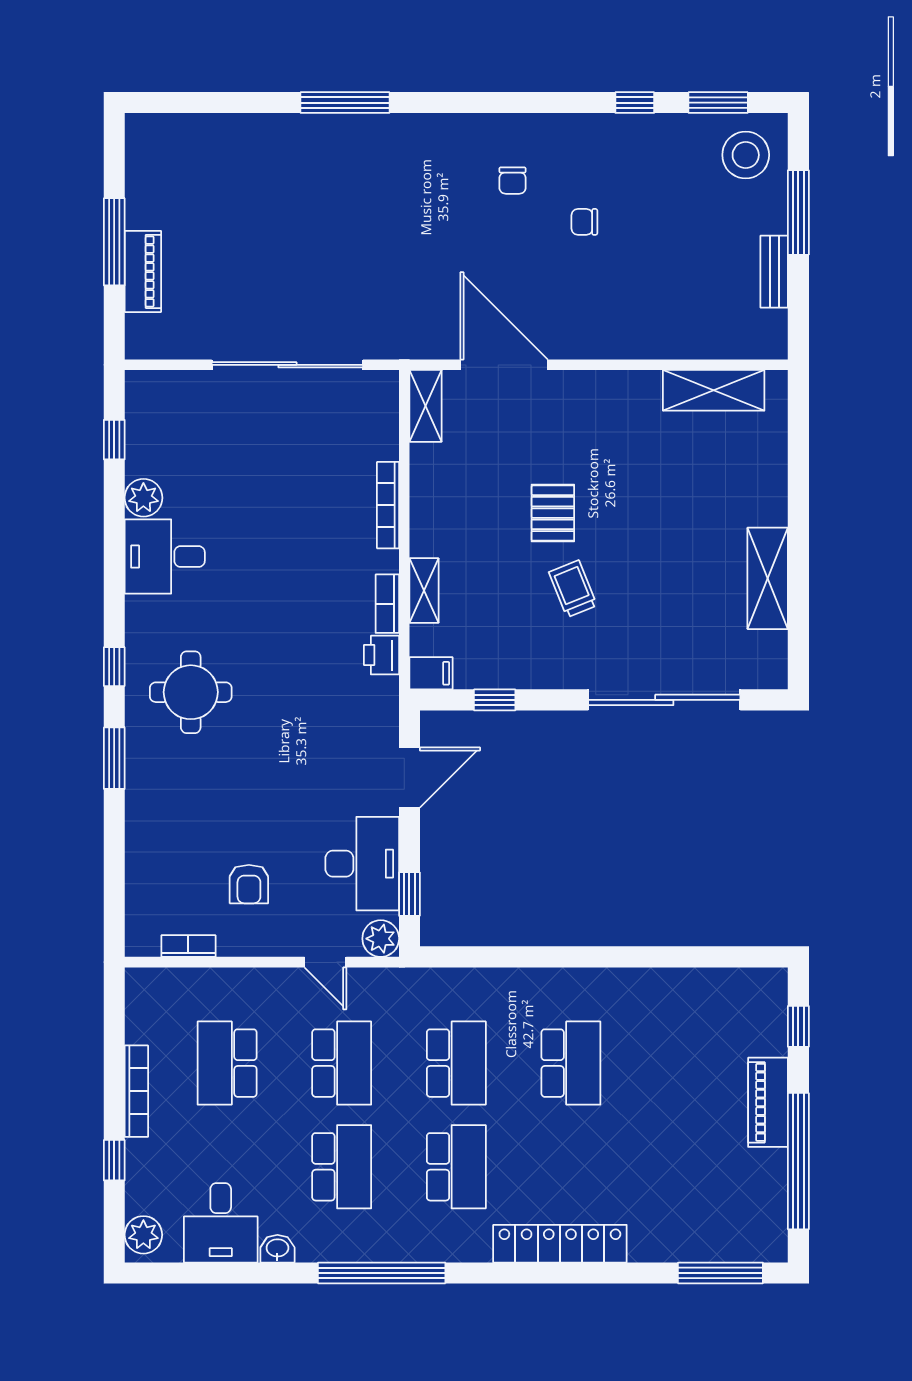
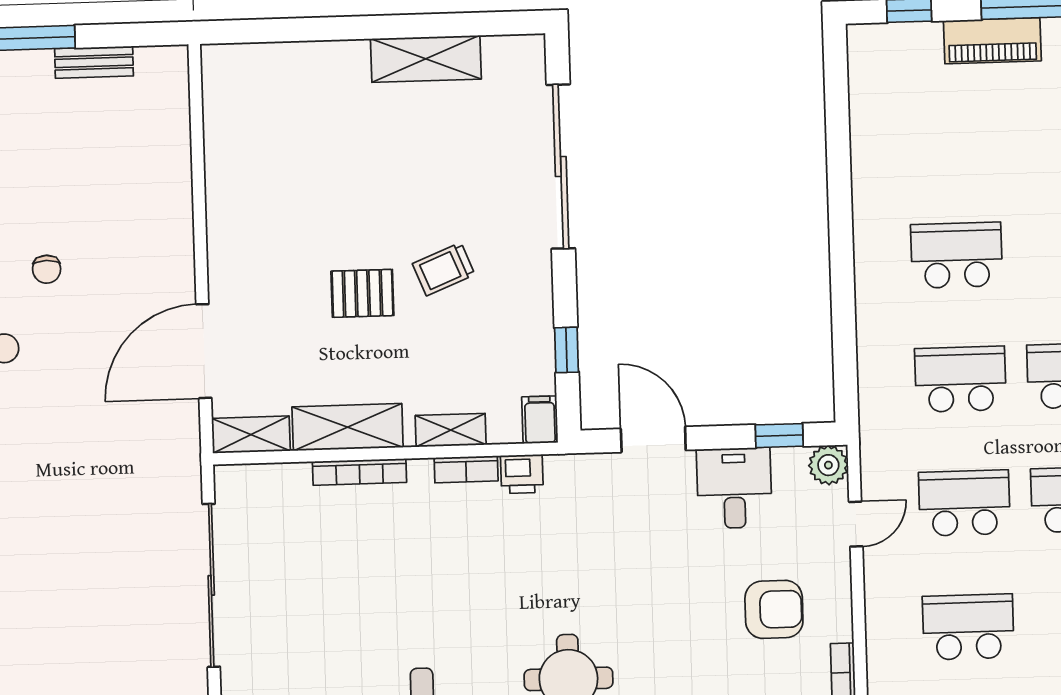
shelving: (714, 390) -> (348, 427), moved, turned 90
desk: (362, 864) -> (734, 488), width x0.73
armchair: (249, 884) -> (774, 609), width x1.38, depth x1.38
school desk: (227, 1063) -> (968, 627), turned 180

